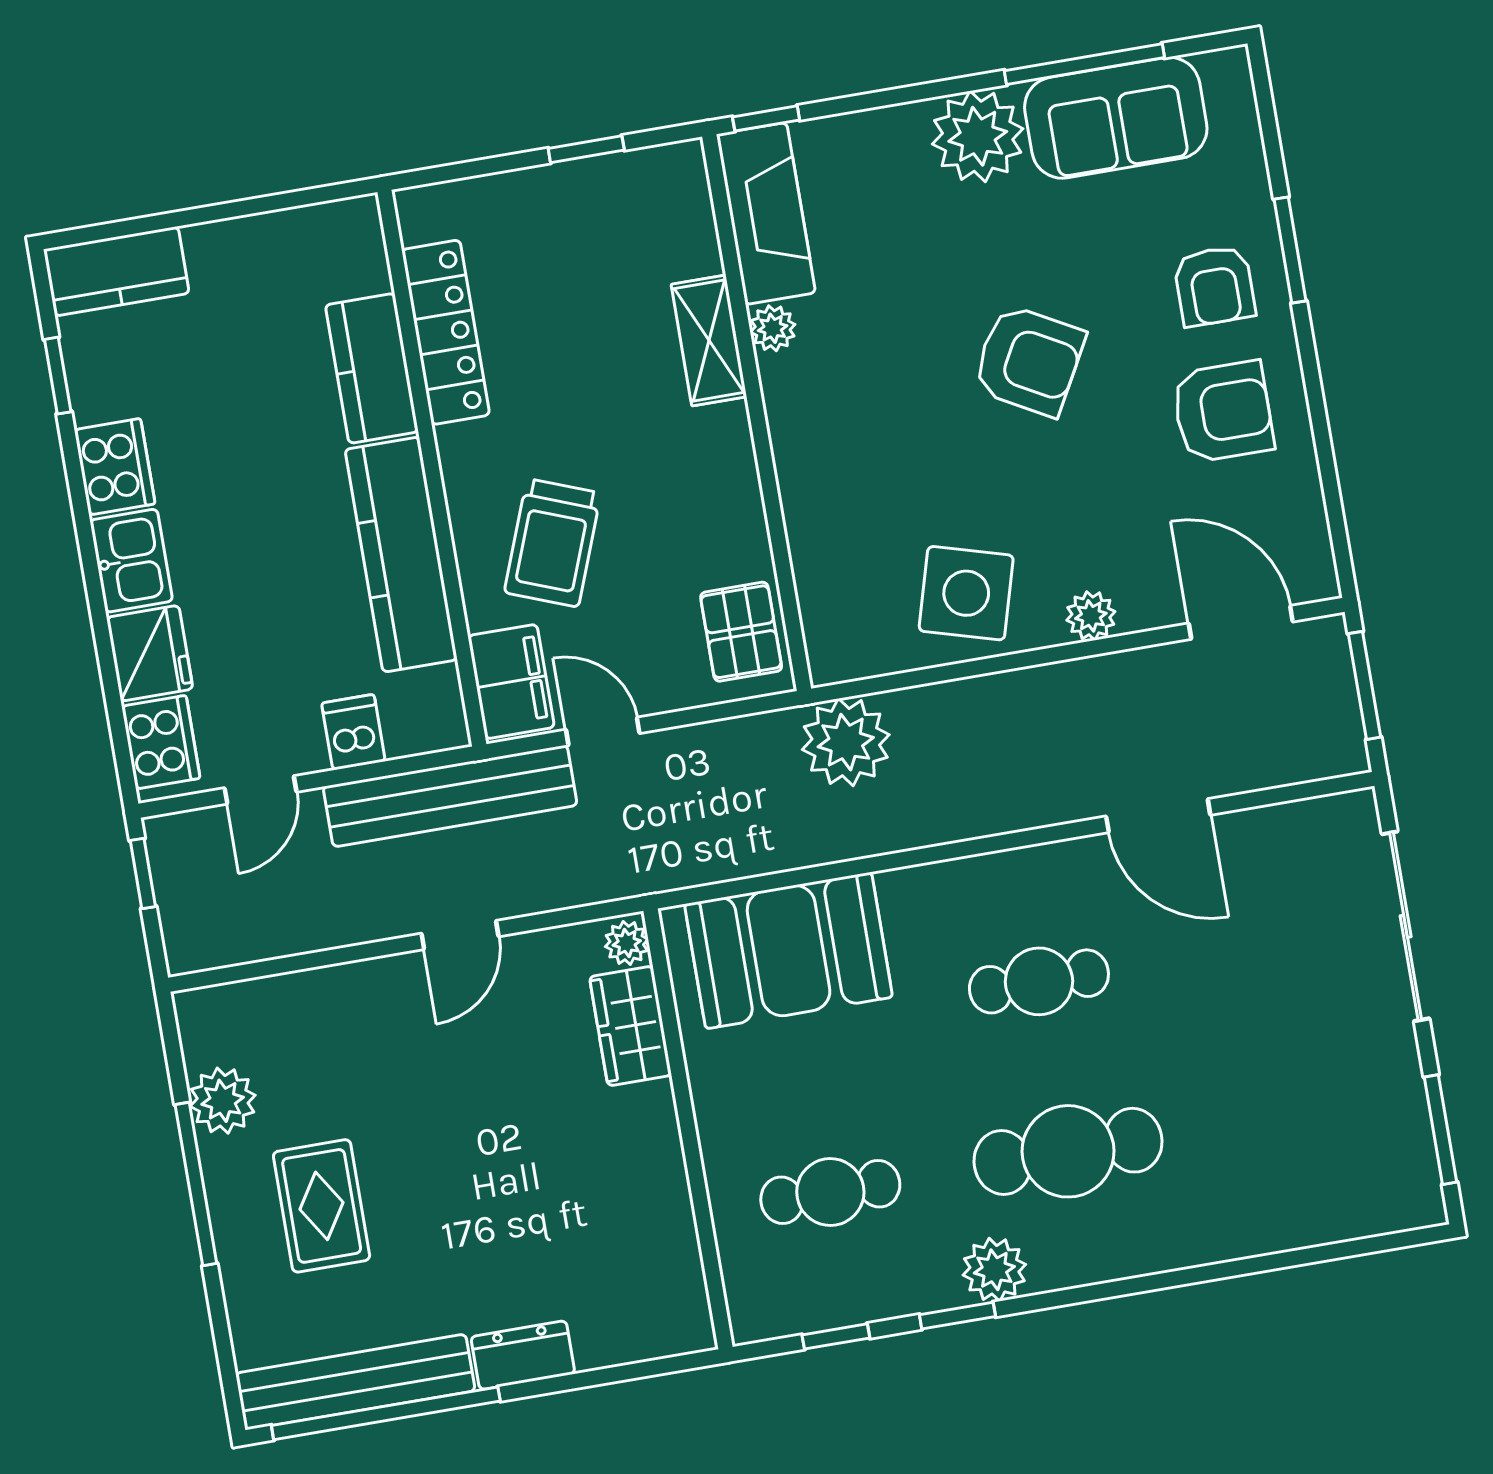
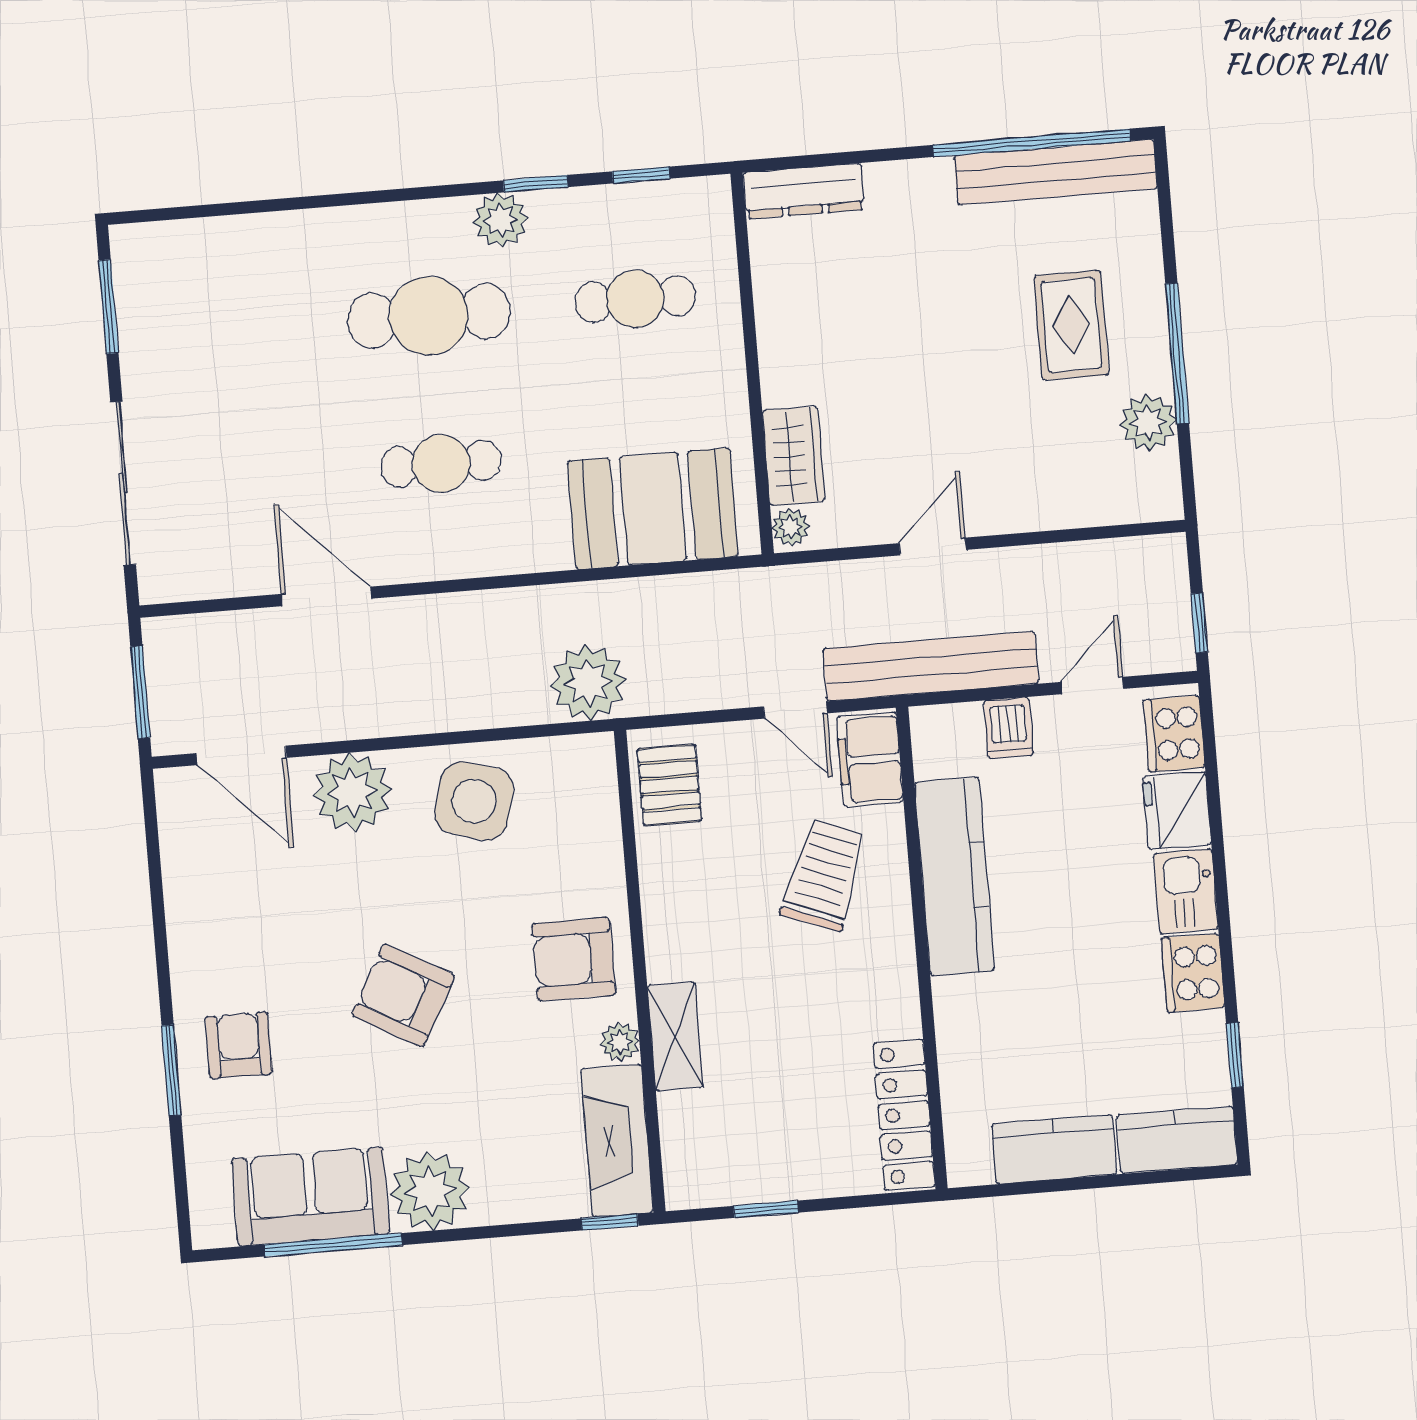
locker: (446, 332) -> (904, 1115), moved
kitchen counter: (372, 368) -> (1054, 1149), moved, turned -90
armchair: (1223, 412) -> (574, 959), moved
plant: (1091, 616) -> (352, 792), width x1.87, depth x1.87
dresser: (523, 1355) -> (804, 191), moved, width x1.44

